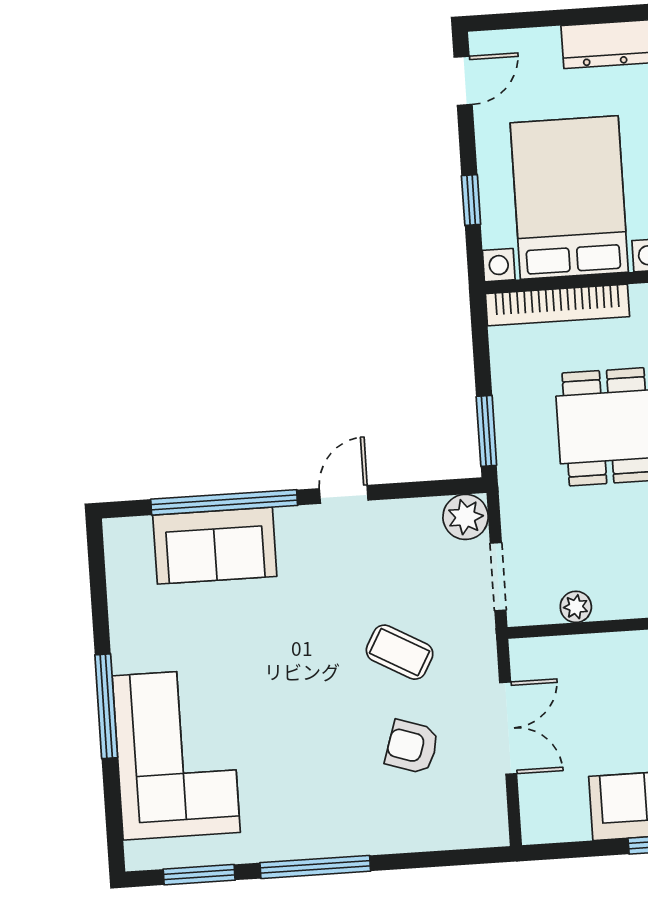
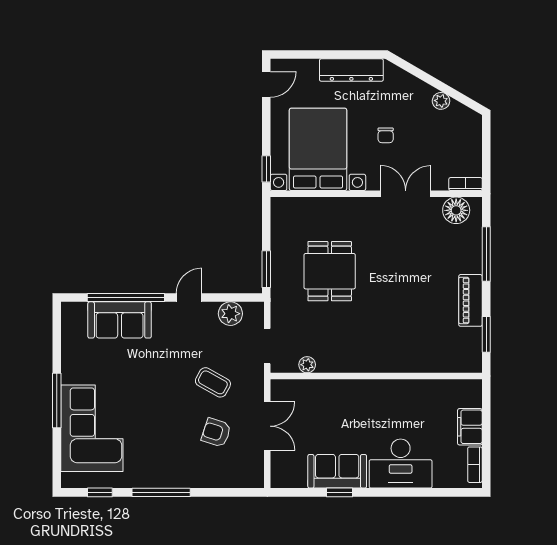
window: (471, 200) -> (266, 169), moved
bookcase: (557, 305) -> (308, 205), removed
plant: (466, 517) -> (230, 314), moved
window: (199, 875) -> (100, 492), width x0.67

